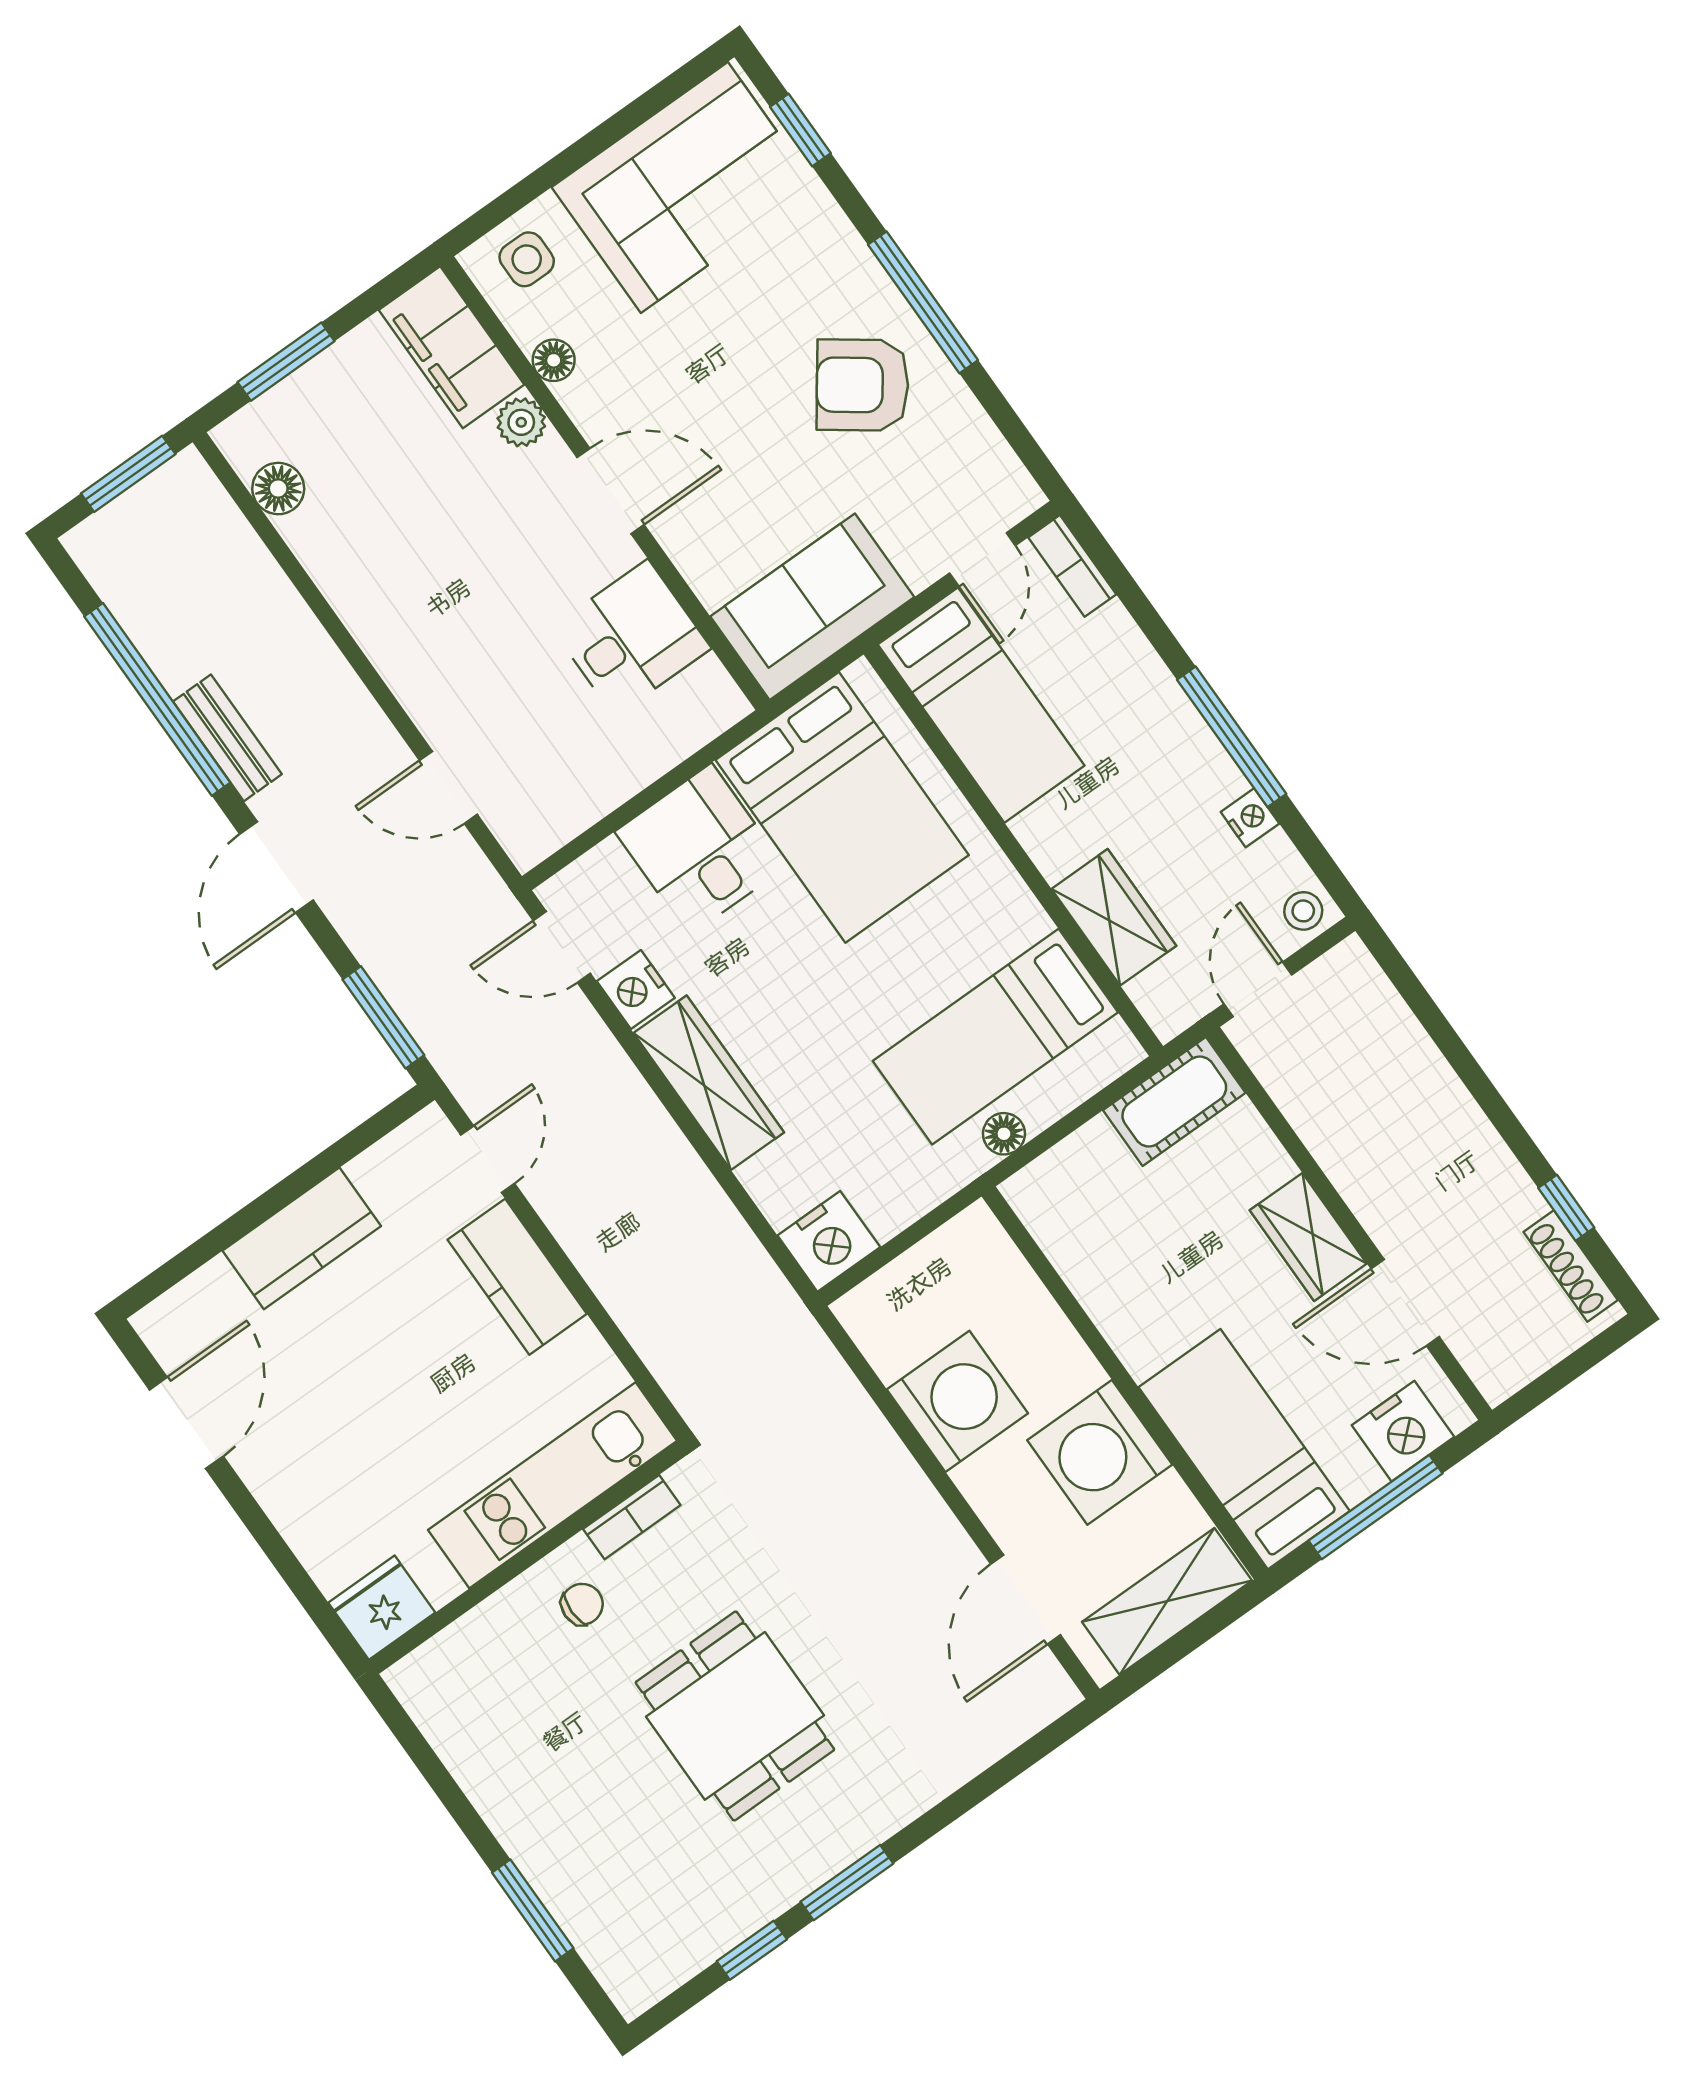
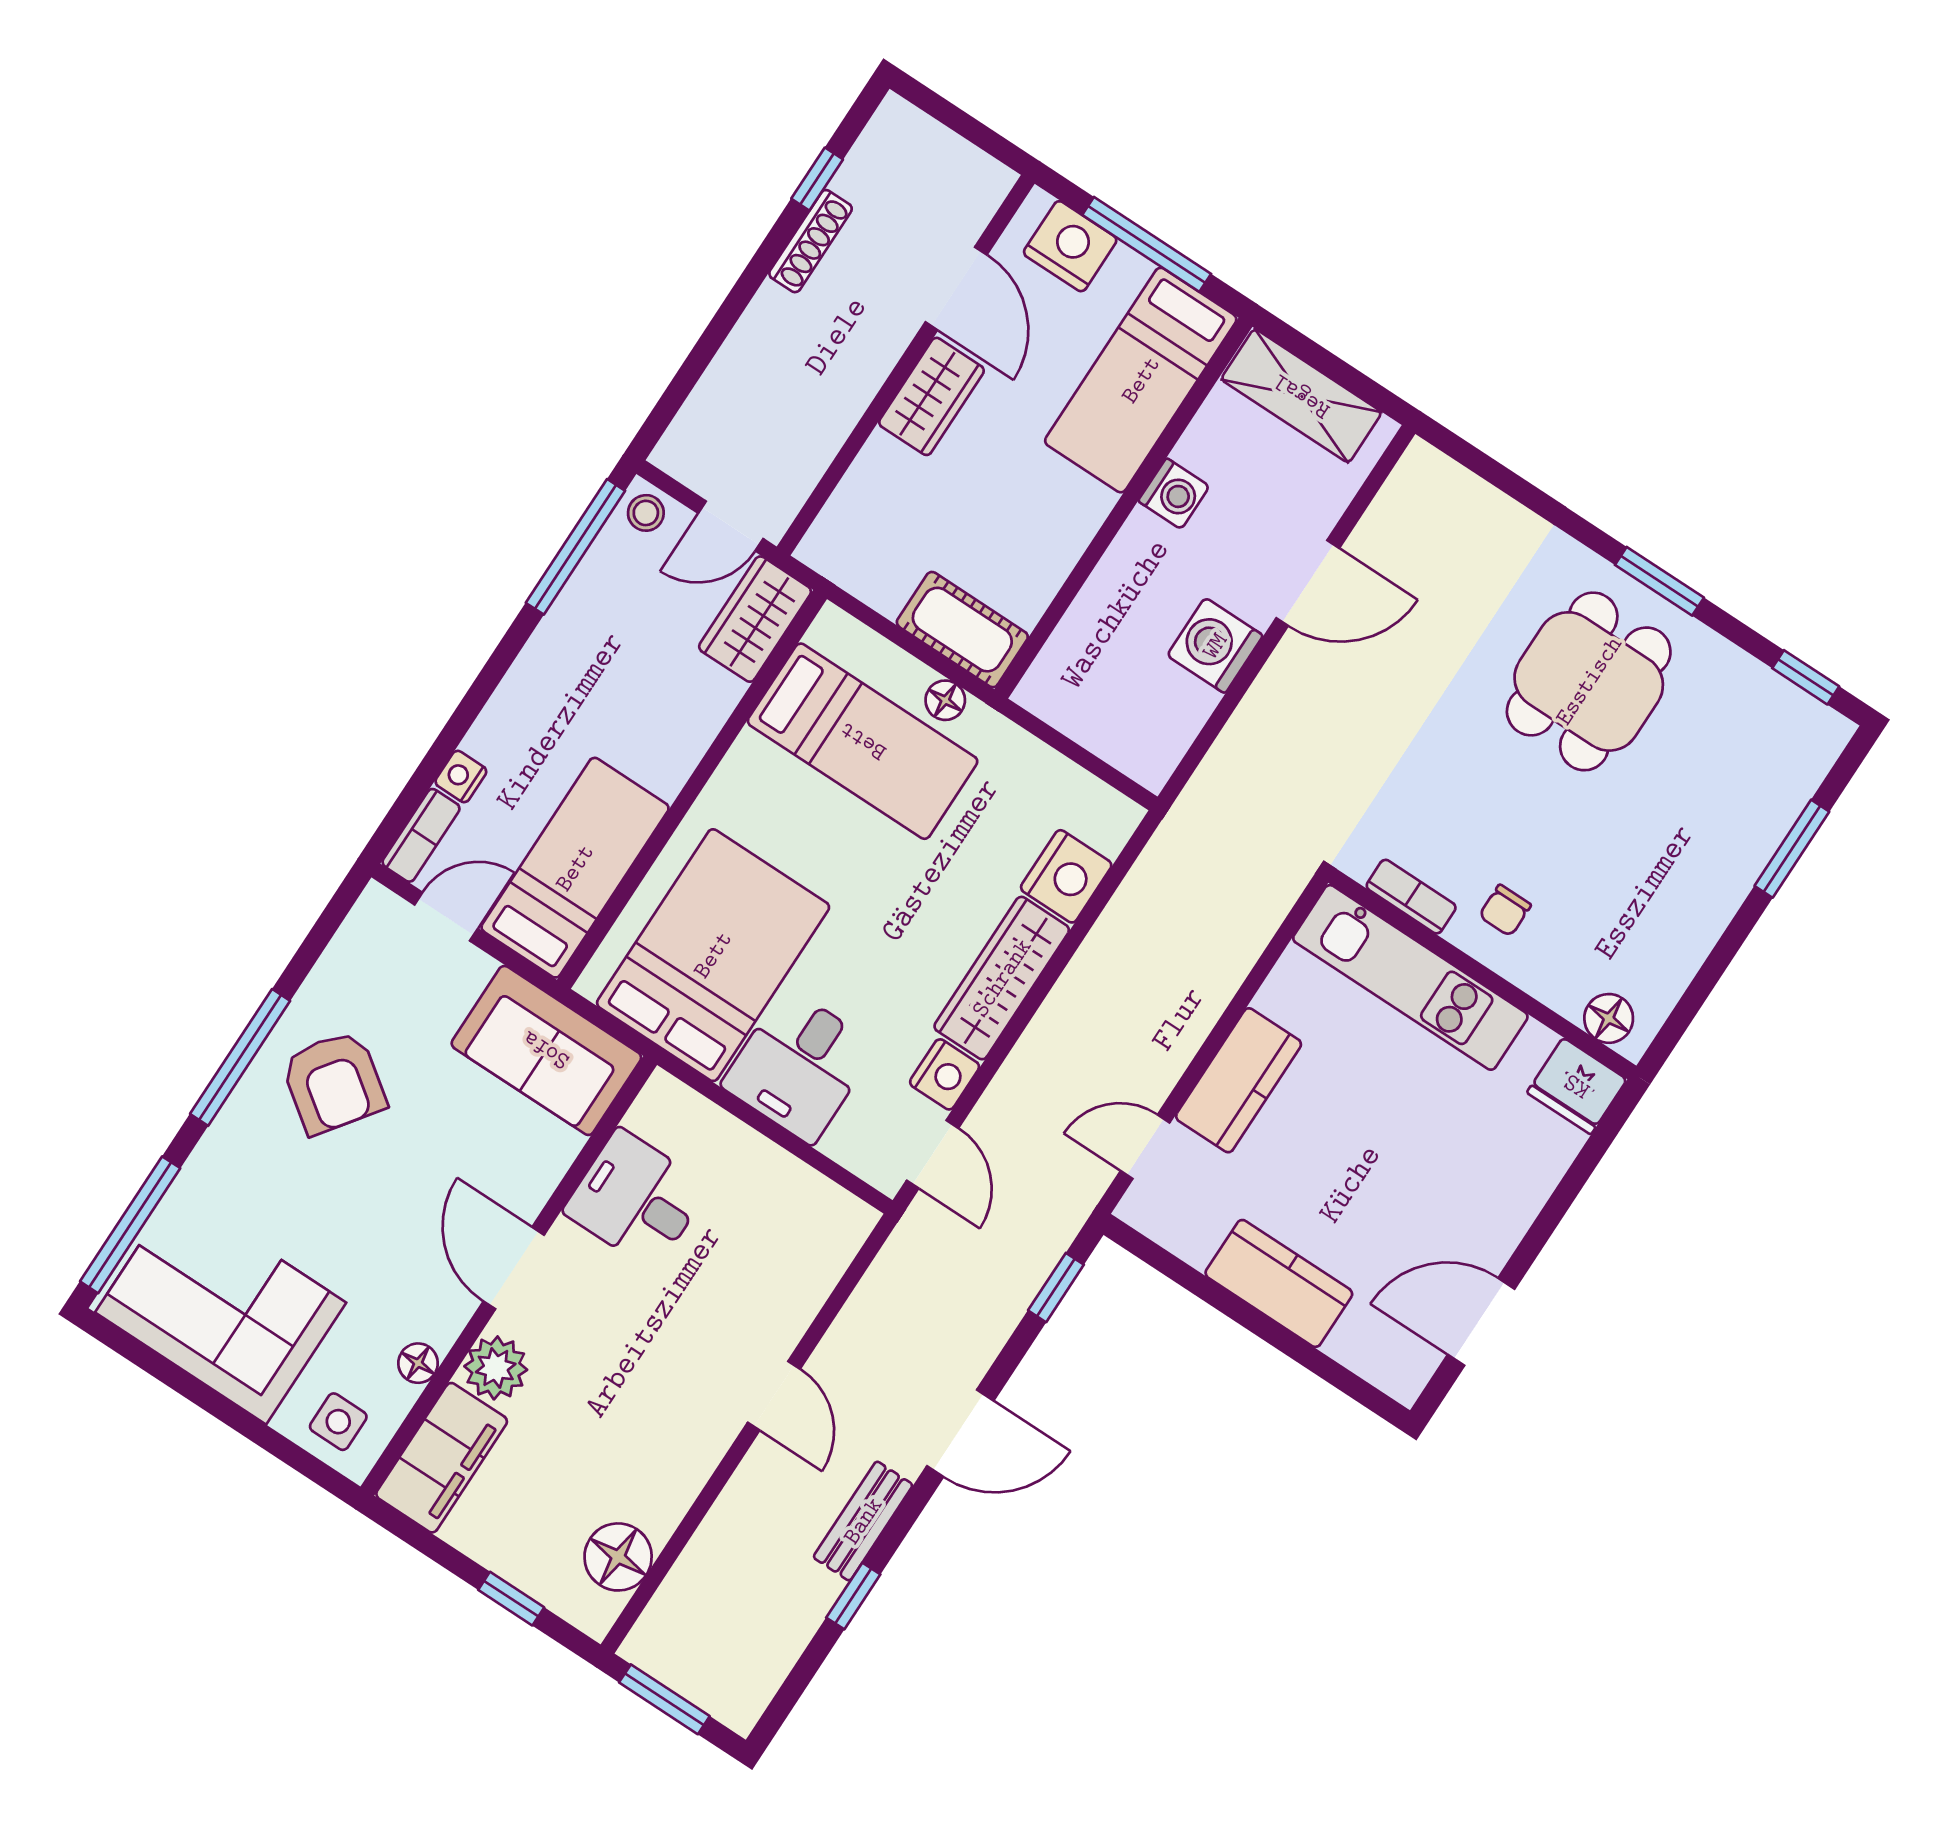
window: (800, 130) -> (130, 1225), width x2.17
window: (286, 362) -> (511, 1599), width x0.67
plant: (521, 422) -> (496, 1368), width x1.38, depth x1.38
floor lamp: (278, 489) -> (618, 1557), width x1.38, depth x1.38
window: (157, 699) -> (853, 1596), width x0.32
window: (1232, 737) -> (575, 547), moved
door: (448, 787) -> (774, 1396), moved
nightstand: (1250, 818) -> (461, 777), moved
wardrobe: (1114, 917) -> (755, 619), moved
window: (383, 1017) -> (1056, 1288), width x0.67
cot: (1174, 1101) -> (962, 630), moved
nightstand: (829, 1241) -> (1066, 876), moved, turned 90
shoe rack: (1571, 1266) -> (811, 241), moved
washing machine: (957, 1401) -> (1215, 646), width x0.73, depth x0.73
washing machine: (1100, 1452) -> (1174, 494), width x0.53, depth x0.53
door: (1026, 1600) -> (1308, 583), moved
chair: (582, 1604) -> (1505, 910), turned -90
floor lamp: (436, 1665) -> (1609, 1018), added
dining table: (735, 1716) -> (1589, 681), moved
window: (752, 1950) -> (1806, 677), moved

